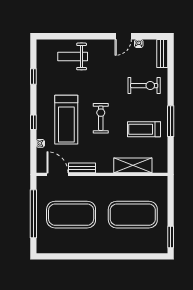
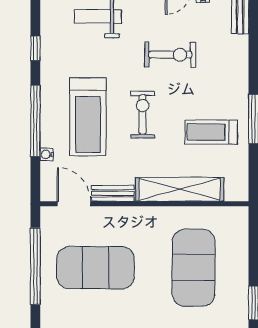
exercise bike: (144, 86) -> (170, 55), moved
window: (33, 122) -> (35, 121), width x3.17
shelving: (133, 165) -> (180, 189), width x1.47
exercise mat: (133, 215) -> (193, 268), turned 90

